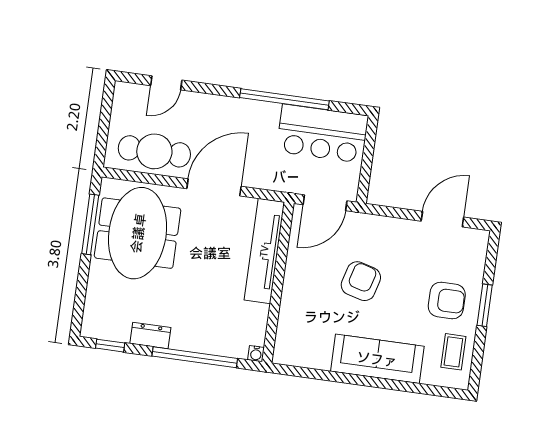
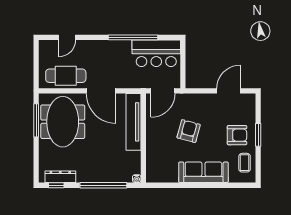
door: (214, 187) -> (101, 91), swing flipped
dresser: (150, 336) -> (60, 177), moved, width x1.44

